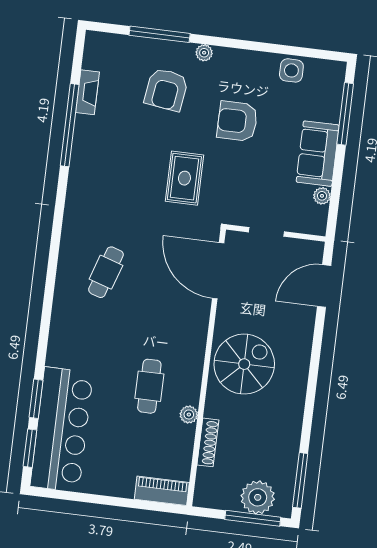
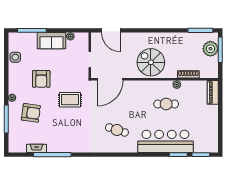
bar counter: (62, 429) -> (165, 141), moved

